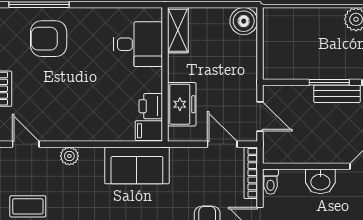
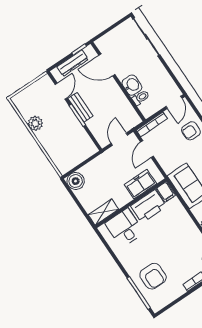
printer: (151, 106) -> (148, 206), width x1.87, depth x1.48
toilet: (271, 182) -> (141, 98), moved

